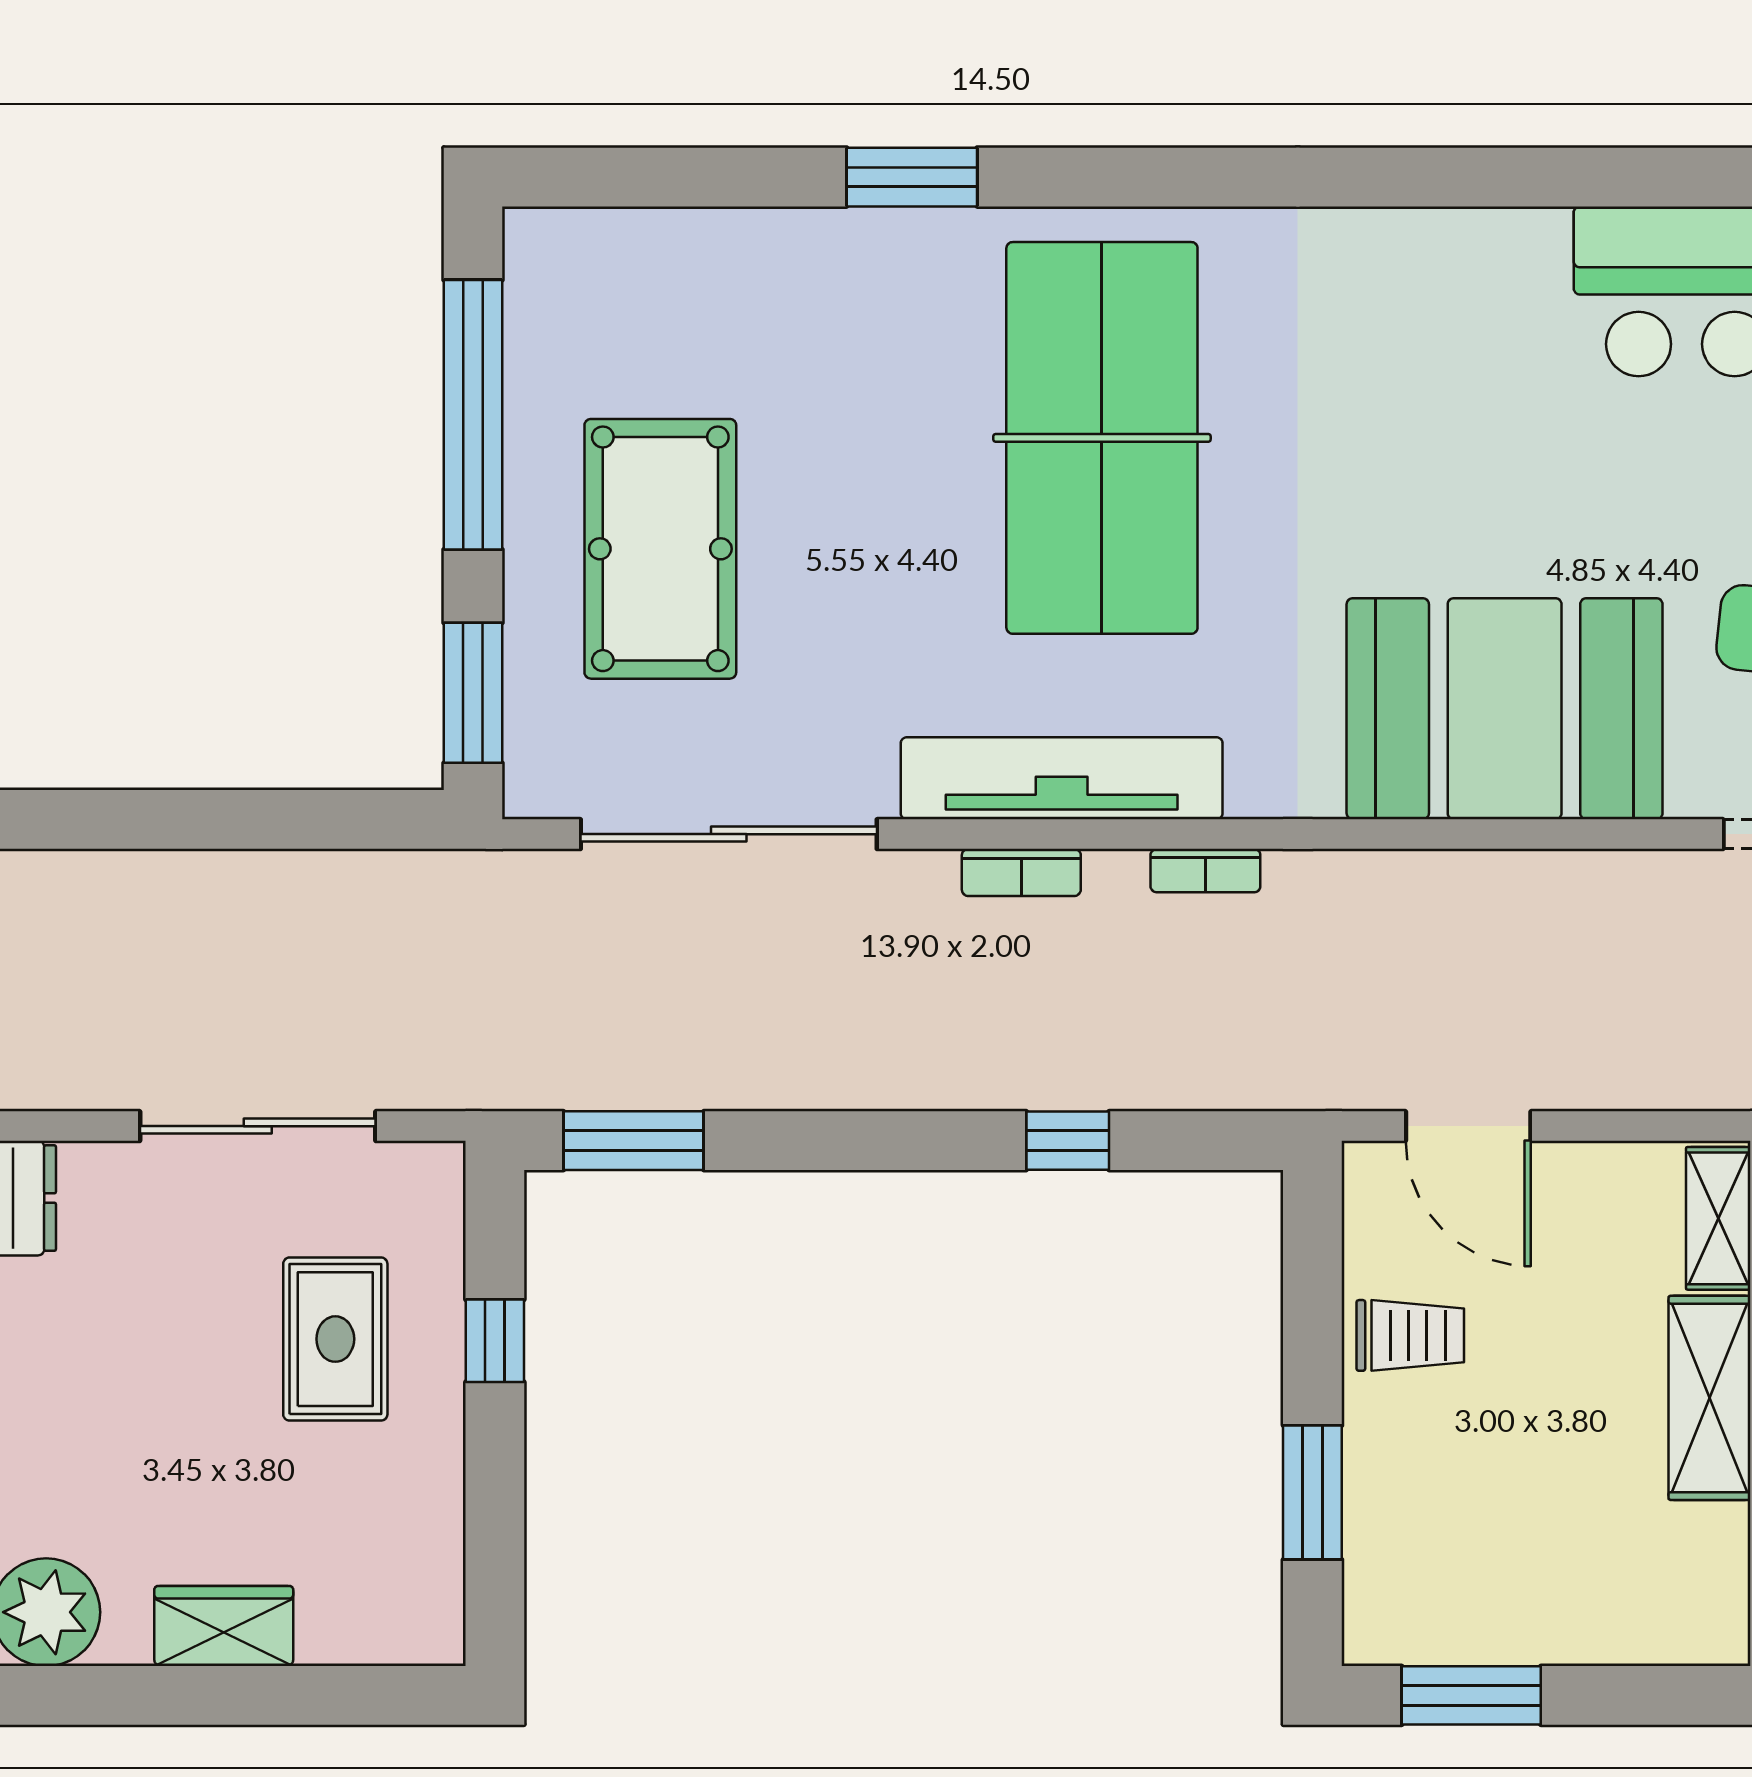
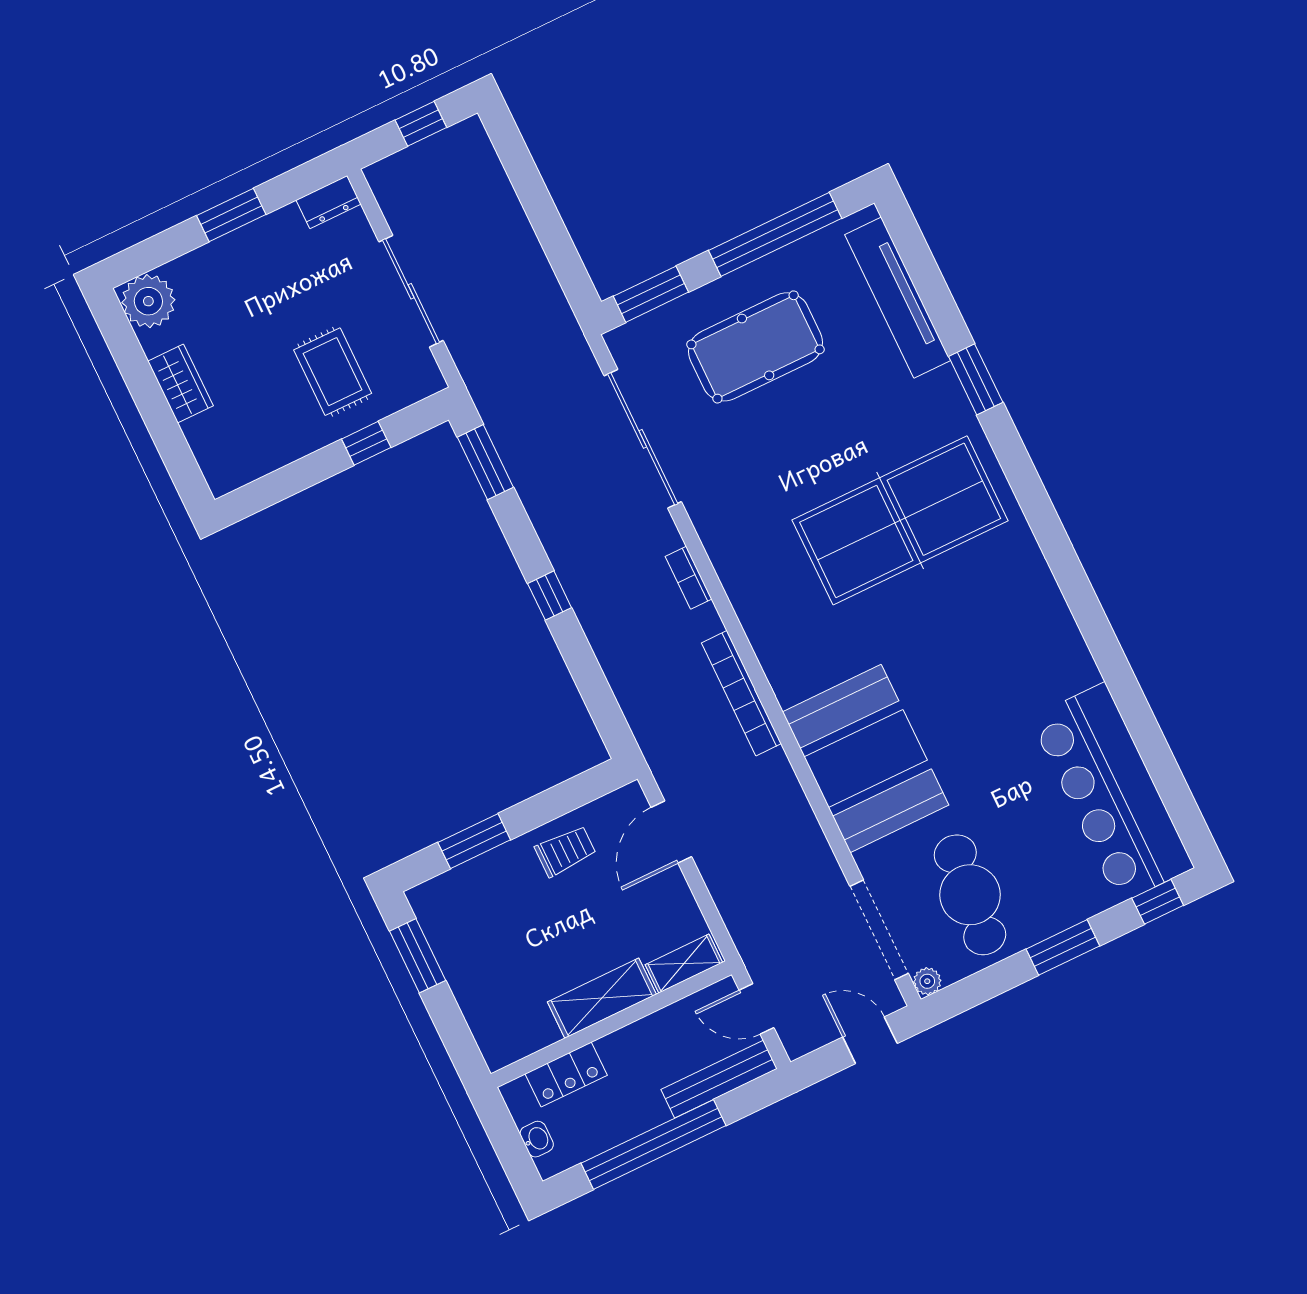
tv unit: (1062, 778) -> (898, 298), moved, turned 180
bookcase: (1205, 871) -> (741, 693), width x2.31, depth x1.31
window: (1068, 1141) -> (550, 596), moved
trolley: (1410, 1335) -> (565, 851), turned -90
rug: (335, 1339) -> (333, 372), turned 90

